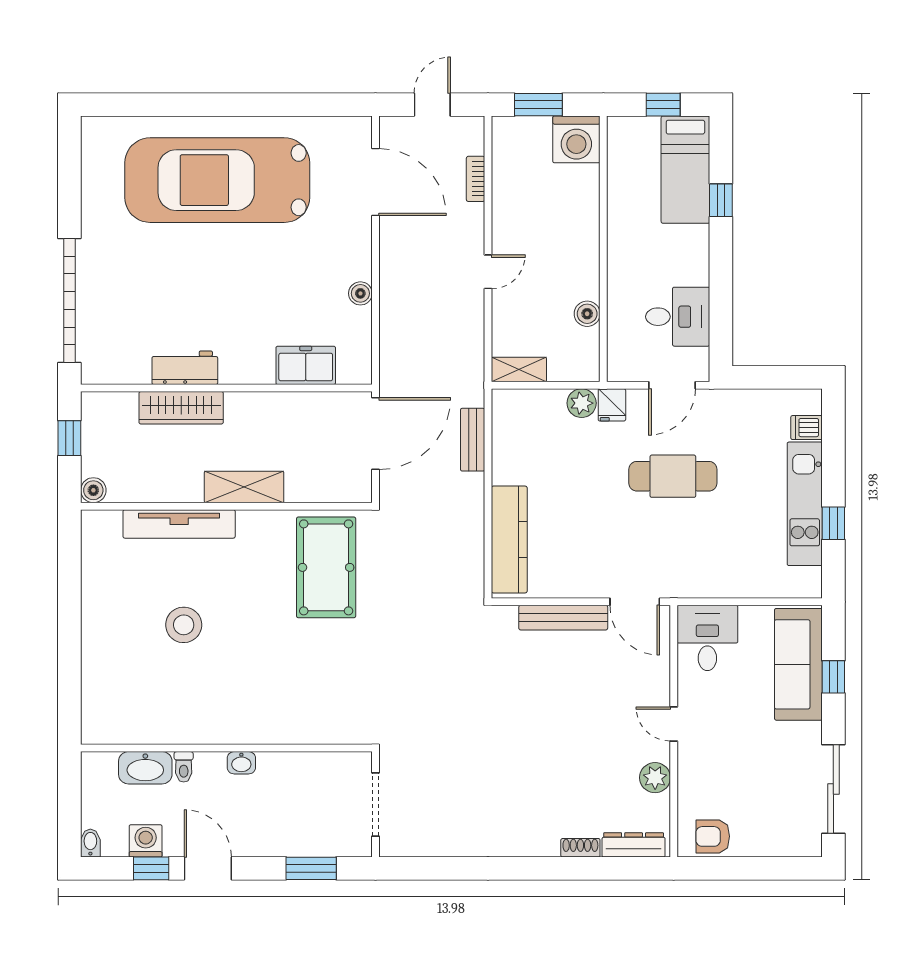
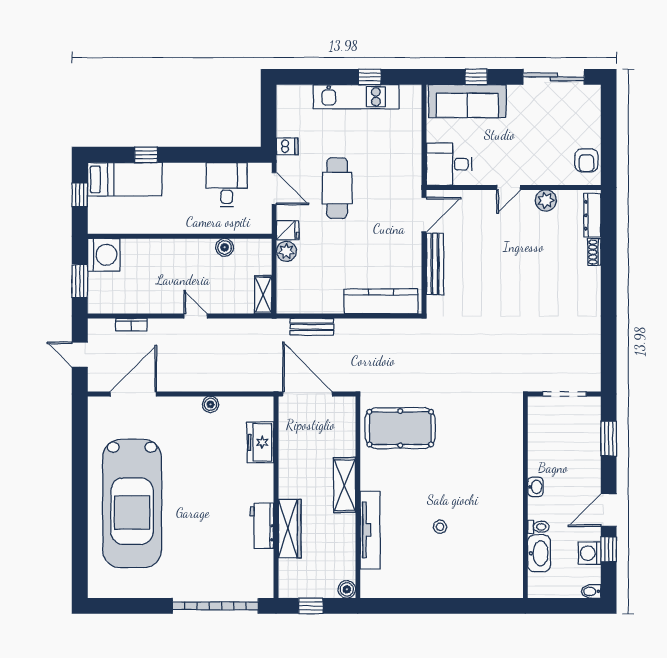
dishwasher: (807, 428) -> (287, 146), moved, turned -90
stool: (184, 625) -> (440, 527), width x0.53, depth x0.53

